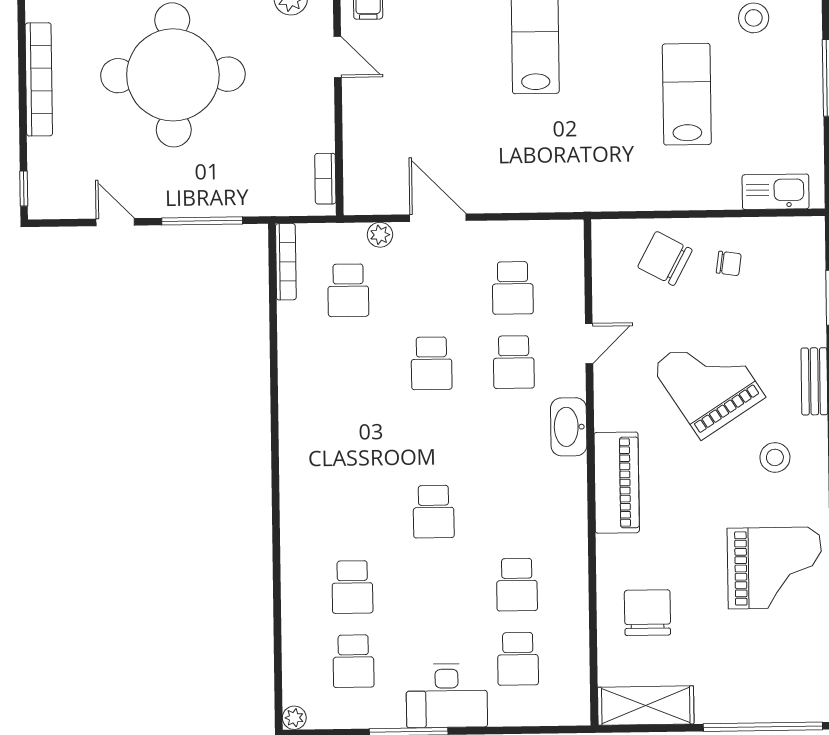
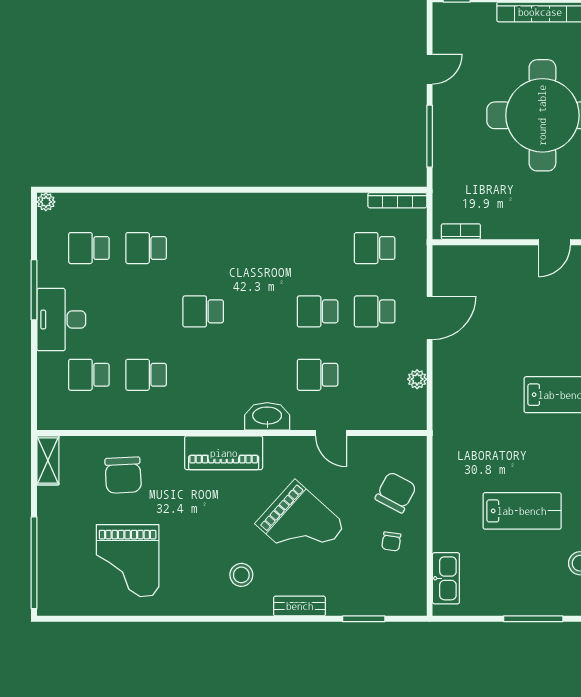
plant: (380, 235) -> (417, 379), moved
school desk: (513, 288) -> (375, 311), moved
grand piano: (708, 382) -> (300, 524), turned 75
grand piano: (775, 568) -> (128, 561), moved
chair: (647, 613) -> (123, 475), turned 87
shelving: (646, 706) -> (48, 460), width x0.67, depth x0.75

